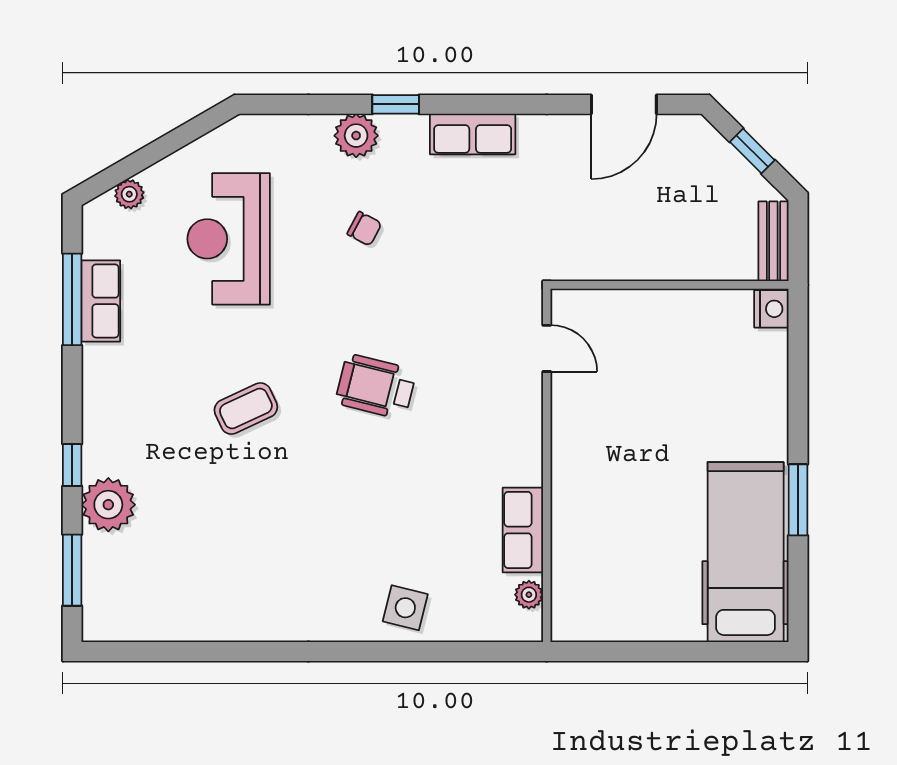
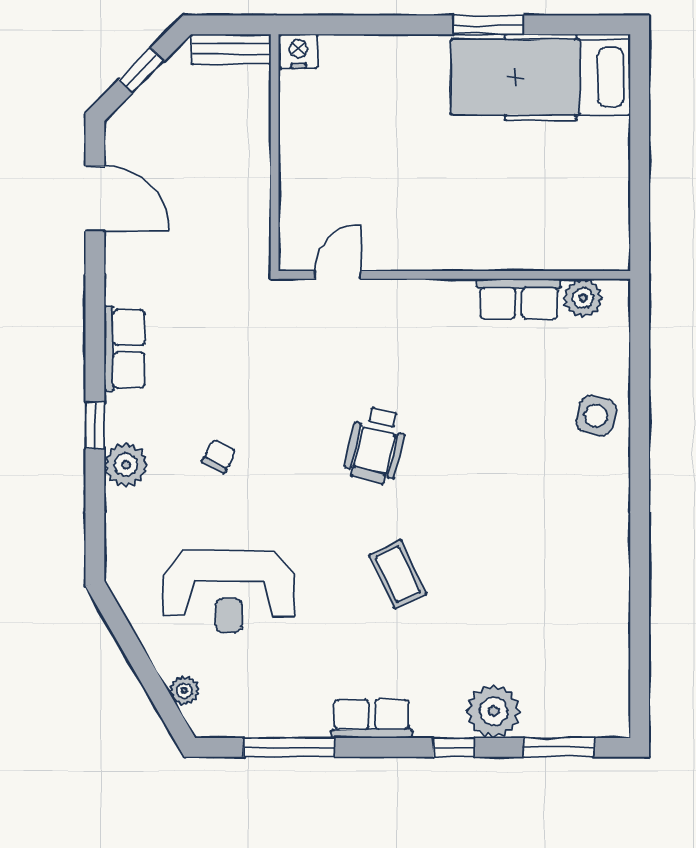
row of seats: (101, 301) -> (372, 719), moved
plant: (529, 595) -> (583, 298), width x1.38, depth x1.38

